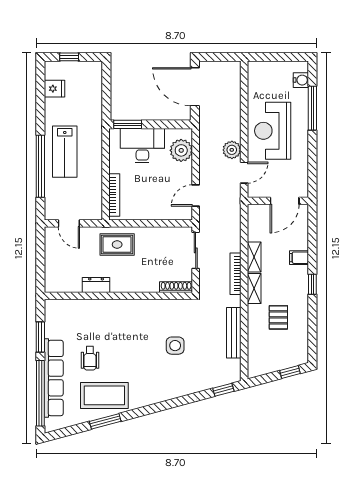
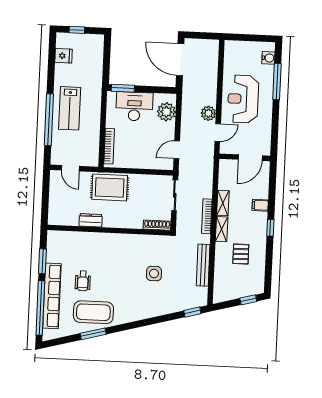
rug: (117, 244) -> (110, 187), width x1.36, depth x1.43

